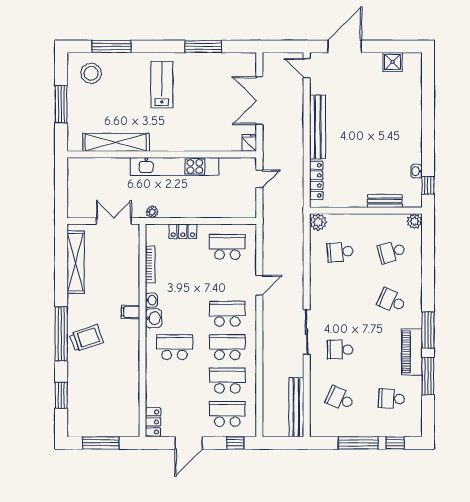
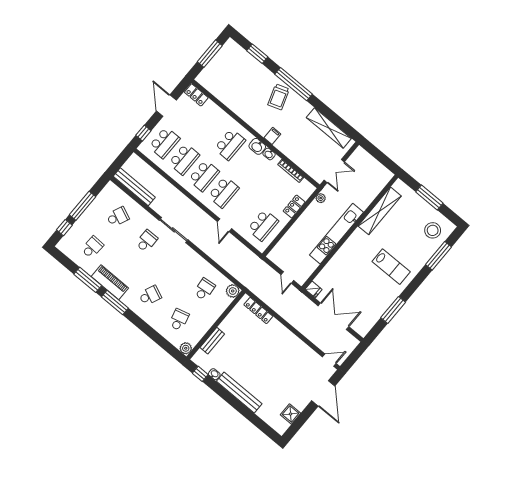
bench: (318, 127) -> (239, 393), moved

